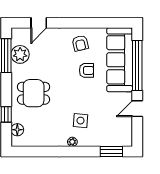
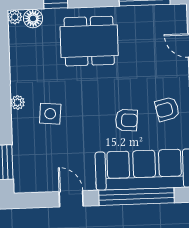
plant: (20, 54) -> (15, 17), moved, width x0.53, depth x0.53
armchair: (87, 70) -> (126, 120), turned -85
dining table: (34, 93) -> (89, 41), width x1.38

